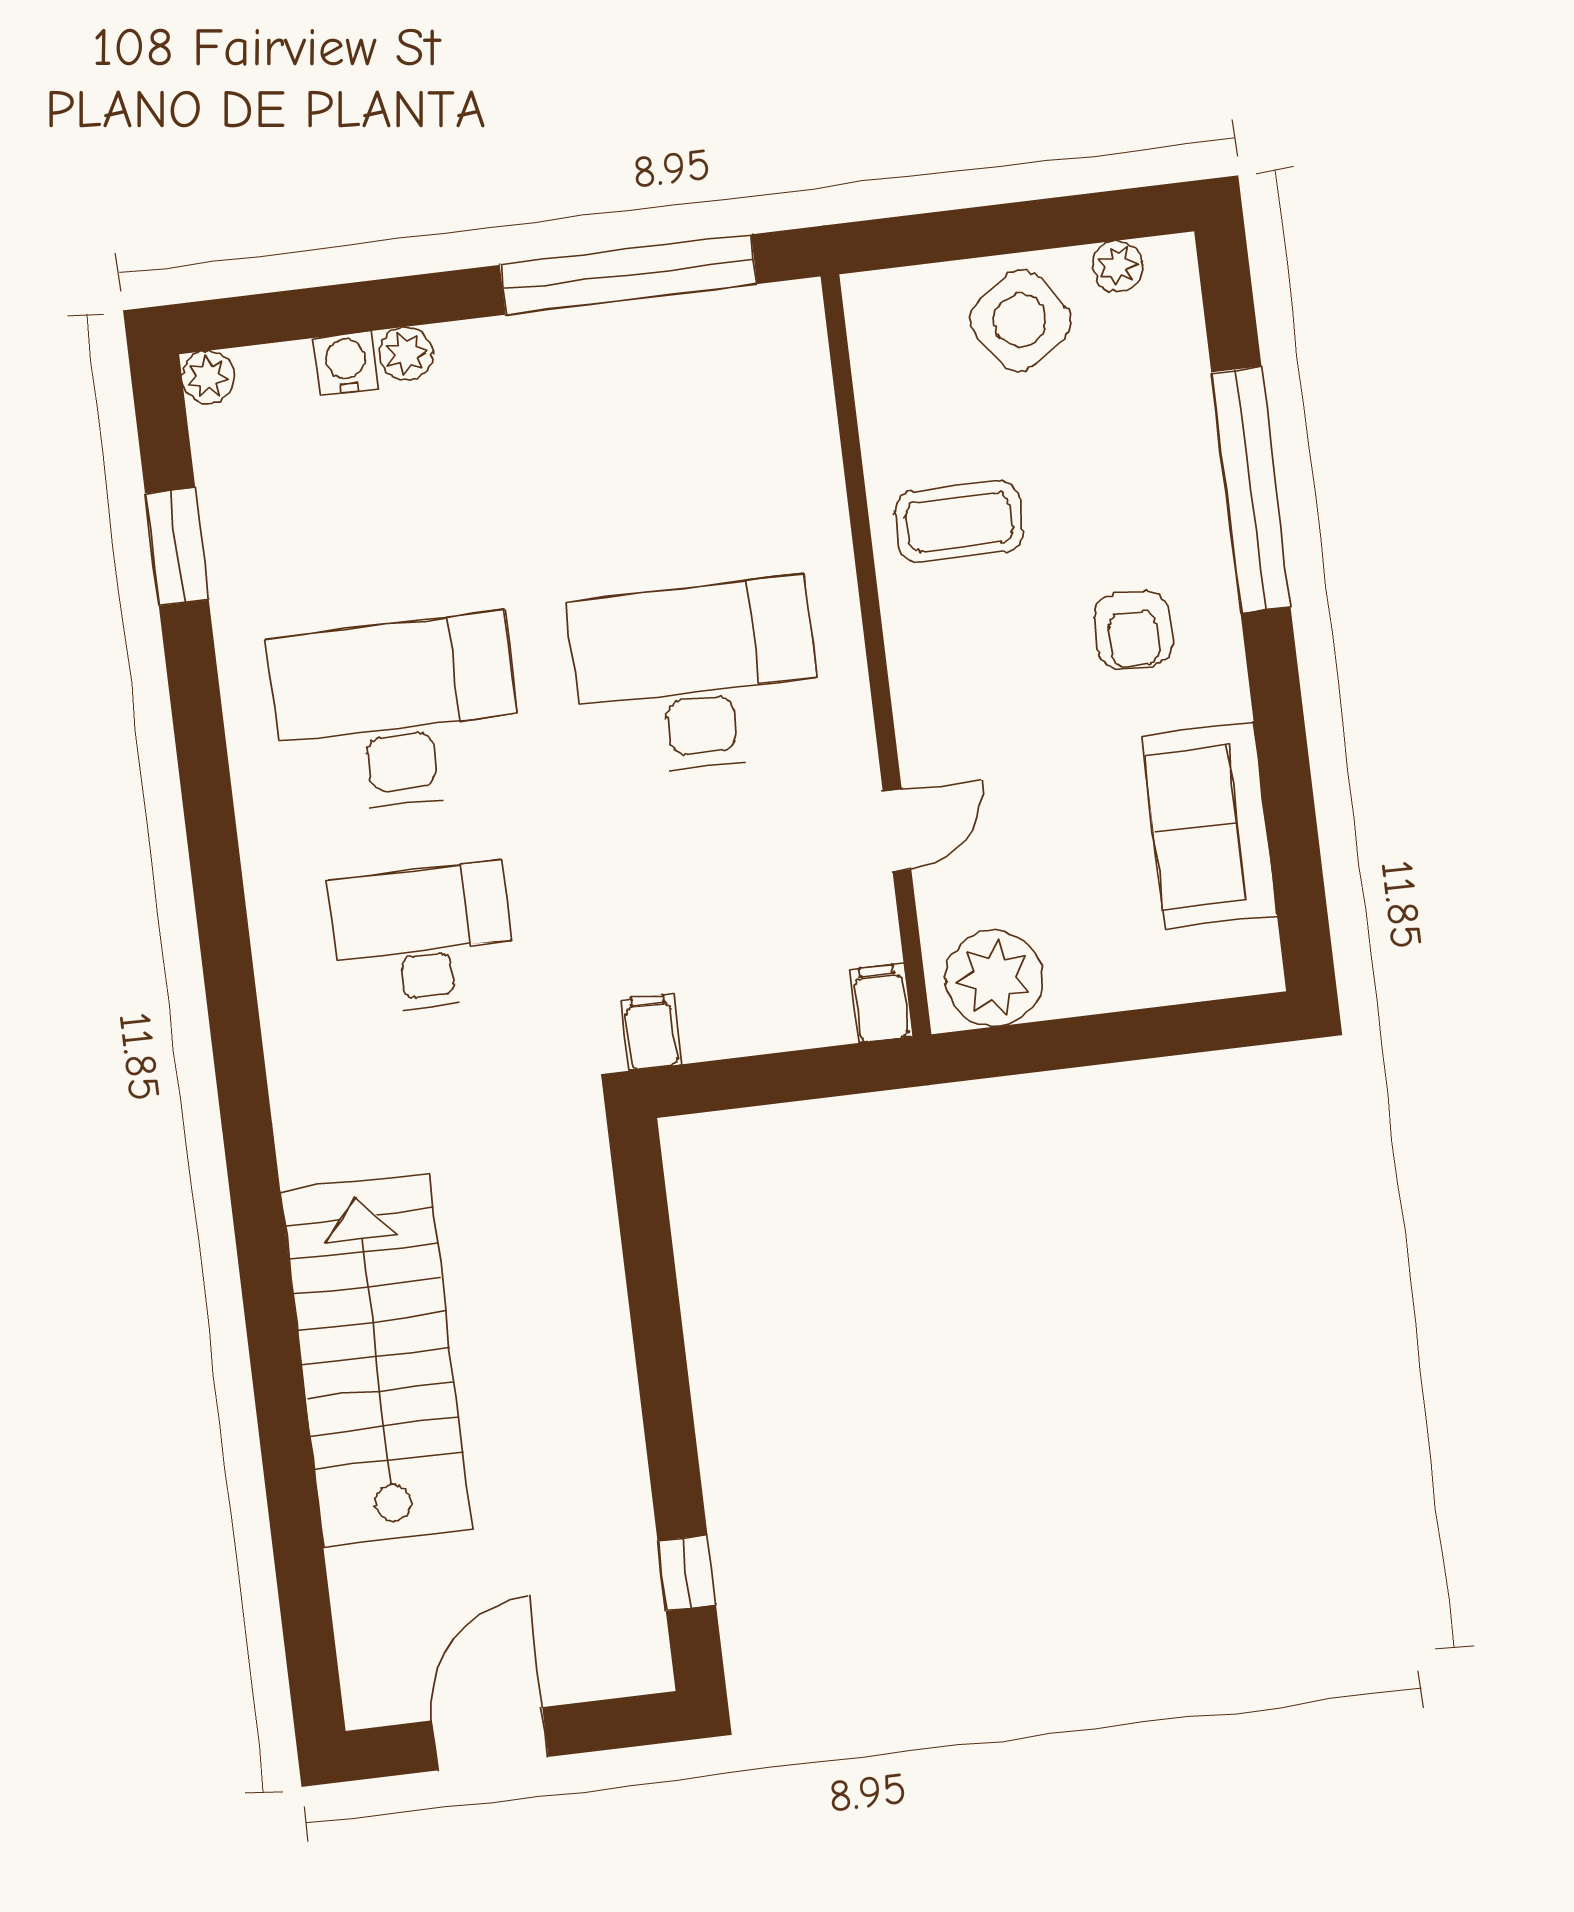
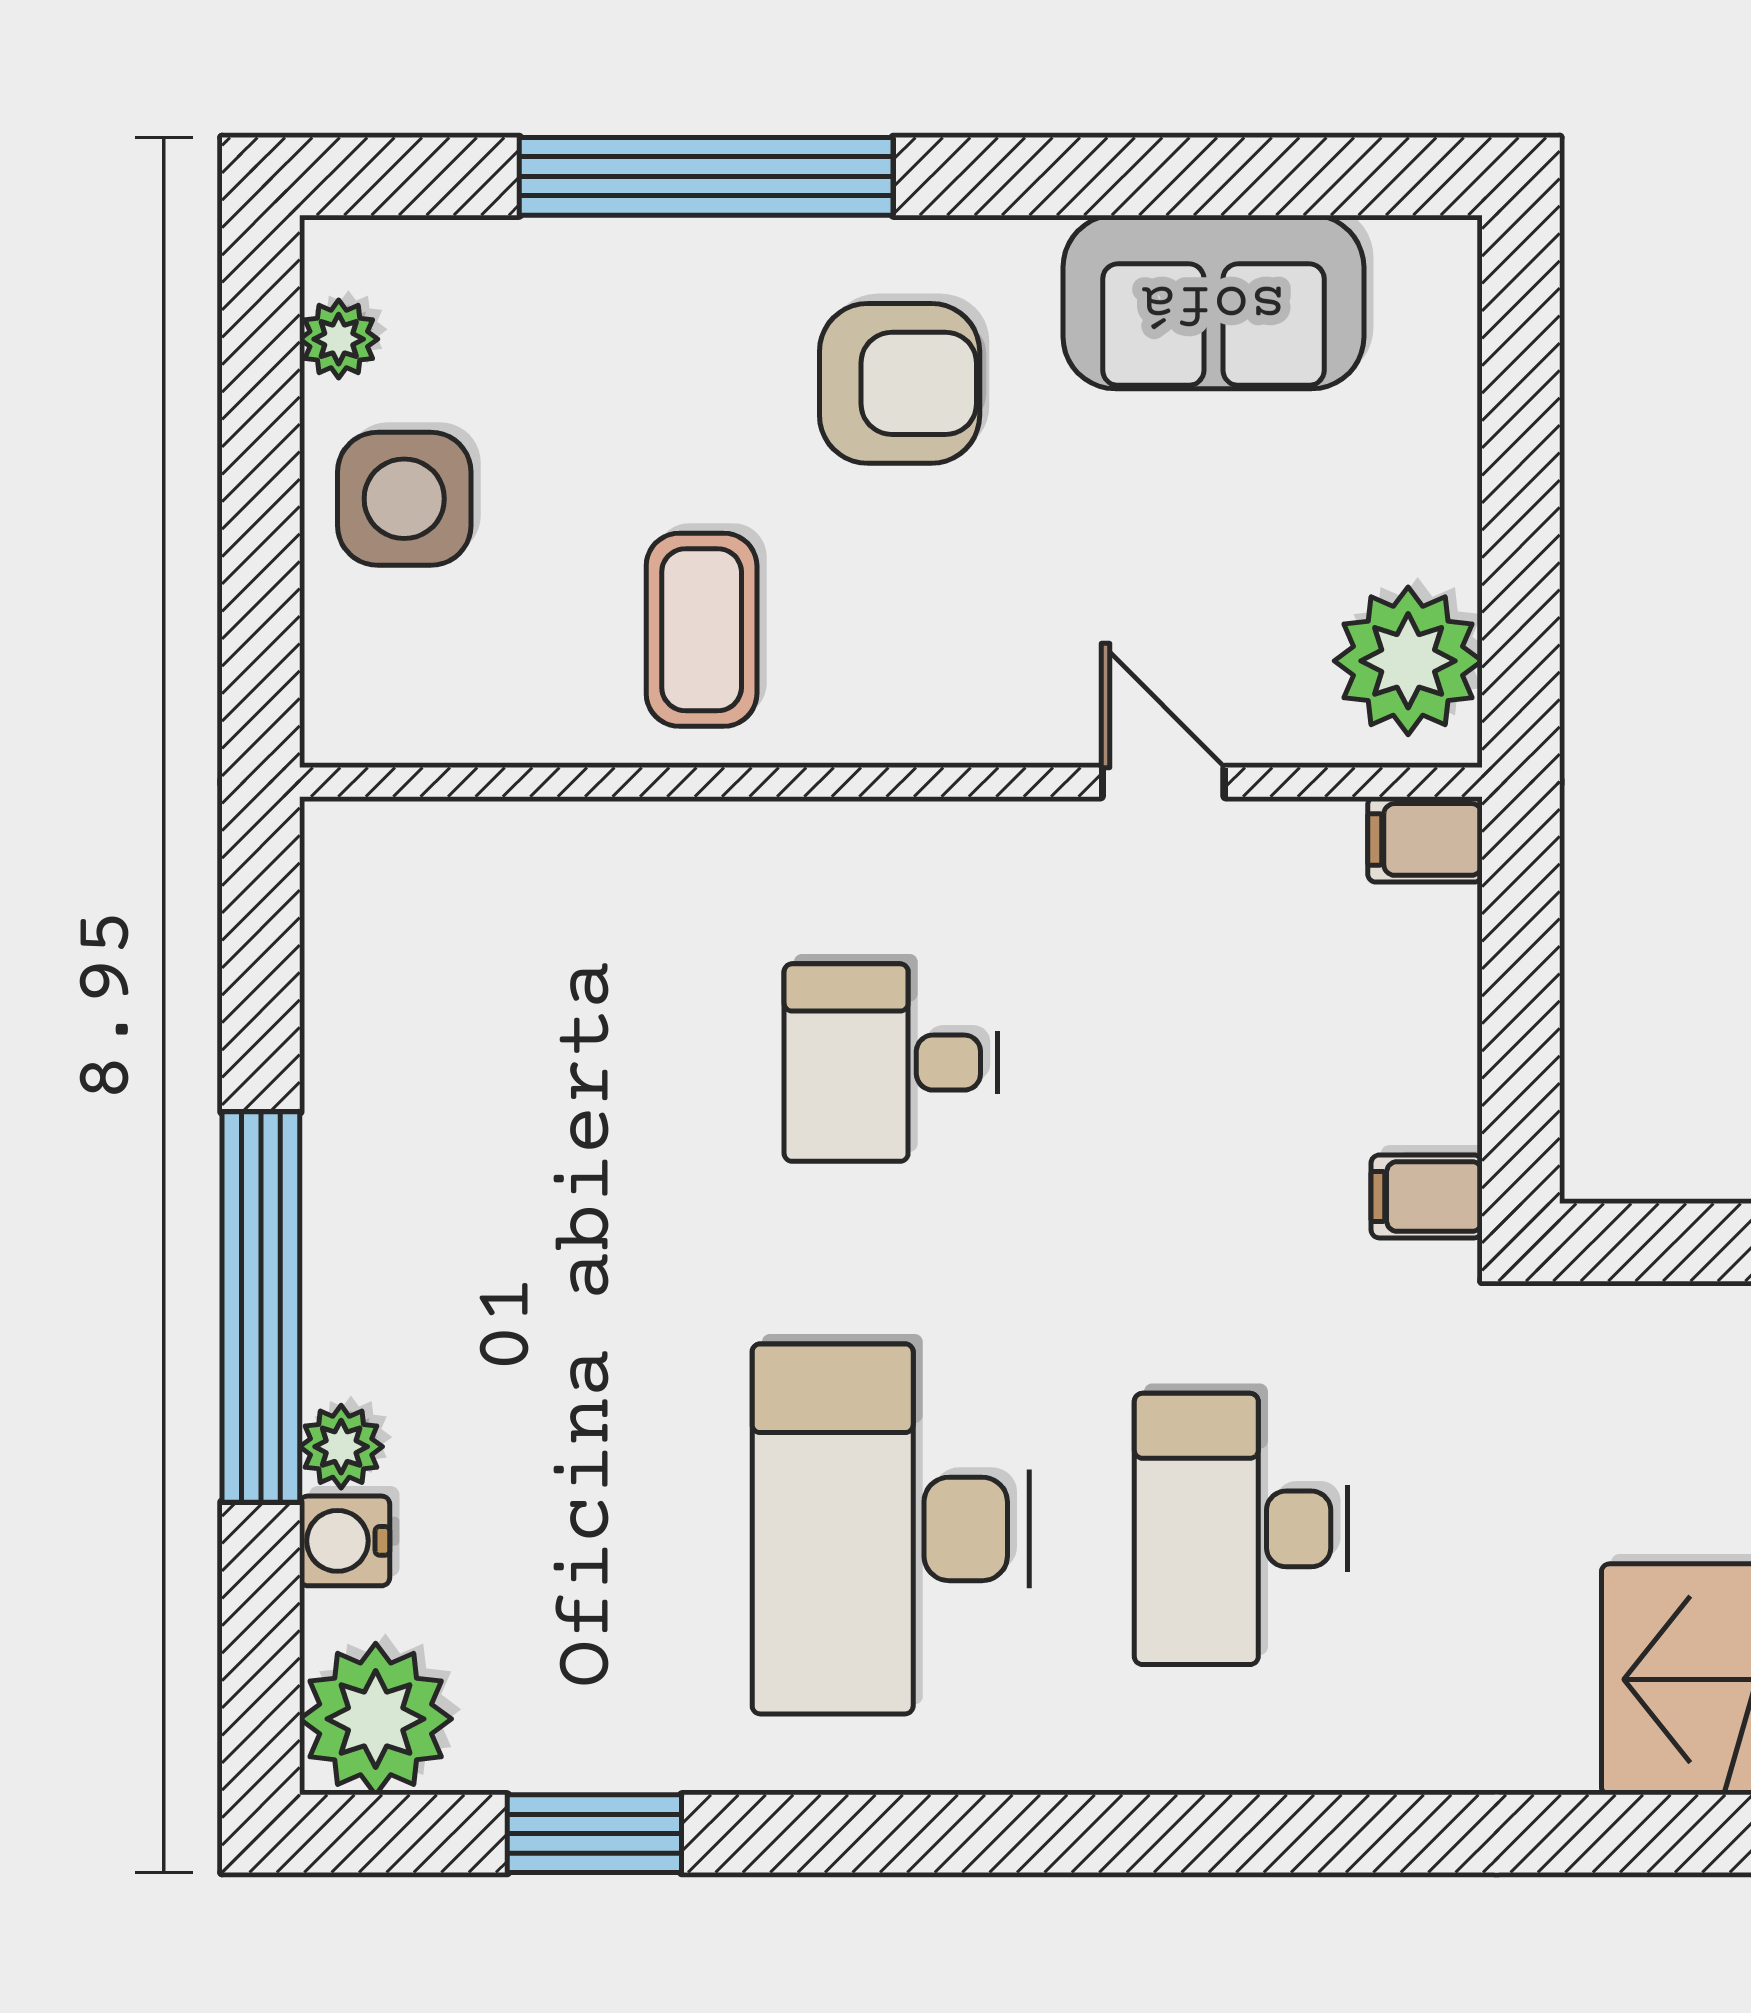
window: (628, 274) -> (261, 1307), moved
side table: (1020, 321) -> (404, 499), turned 35
plant: (208, 377) -> (376, 1719), width x1.87, depth x1.87
armchair: (1133, 630) -> (900, 383), width x1.38, depth x1.38
desk: (696, 677) -> (891, 1063), width x0.53, depth x0.77

